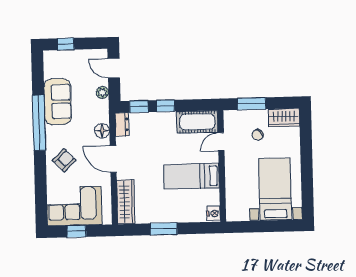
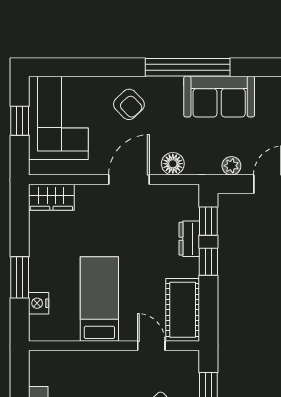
dresser: (122, 125) -> (189, 239), moved, turned 90
wardrobe: (126, 202) -> (51, 197), width x0.67
nightstand: (214, 213) -> (39, 303), moved, turned 90
window: (164, 229) -> (20, 277), moved

